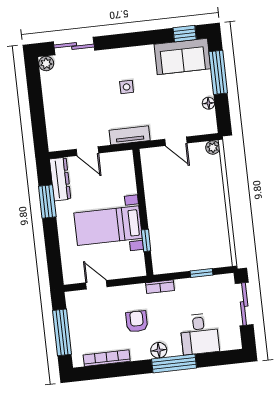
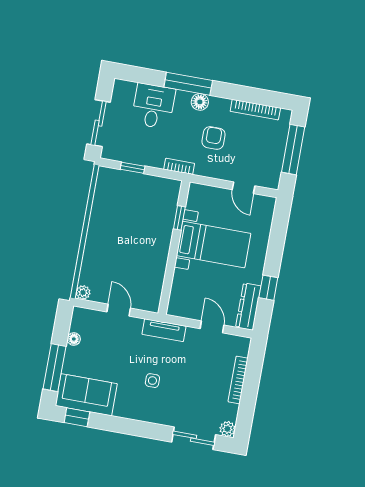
bookcase: (50, 110) -> (238, 380), added
window: (47, 202) -> (268, 288), width x0.67
armchair: (137, 321) -> (213, 138), turned 180

